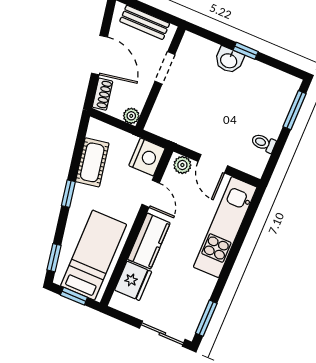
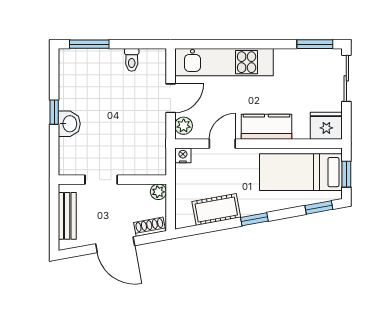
door: (99, 55) -> (115, 245), swing flipped
nightstand: (147, 157) -> (183, 155), width x0.53, depth x0.56
fridge: (133, 281) -> (326, 126), moved

